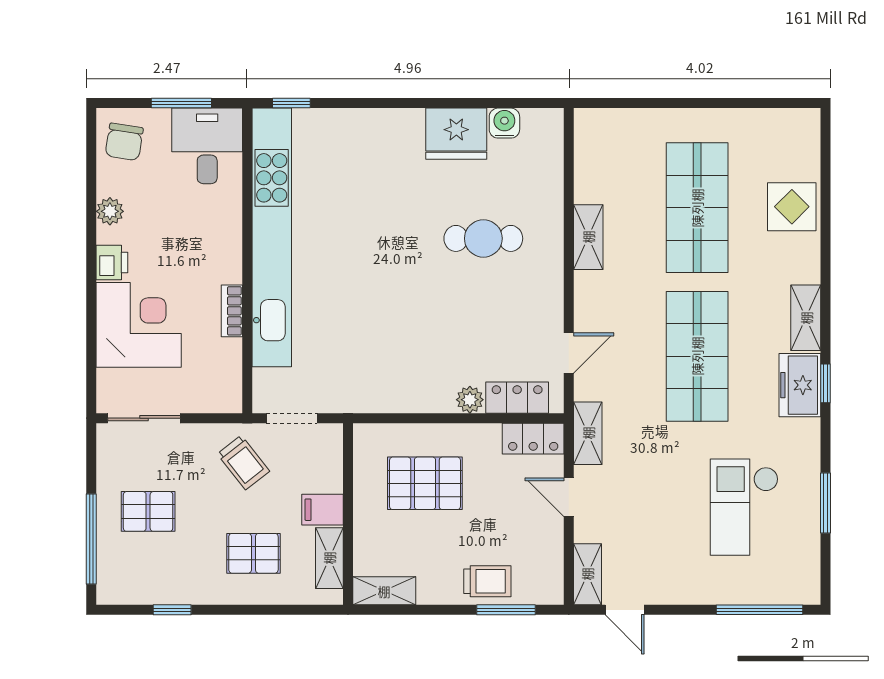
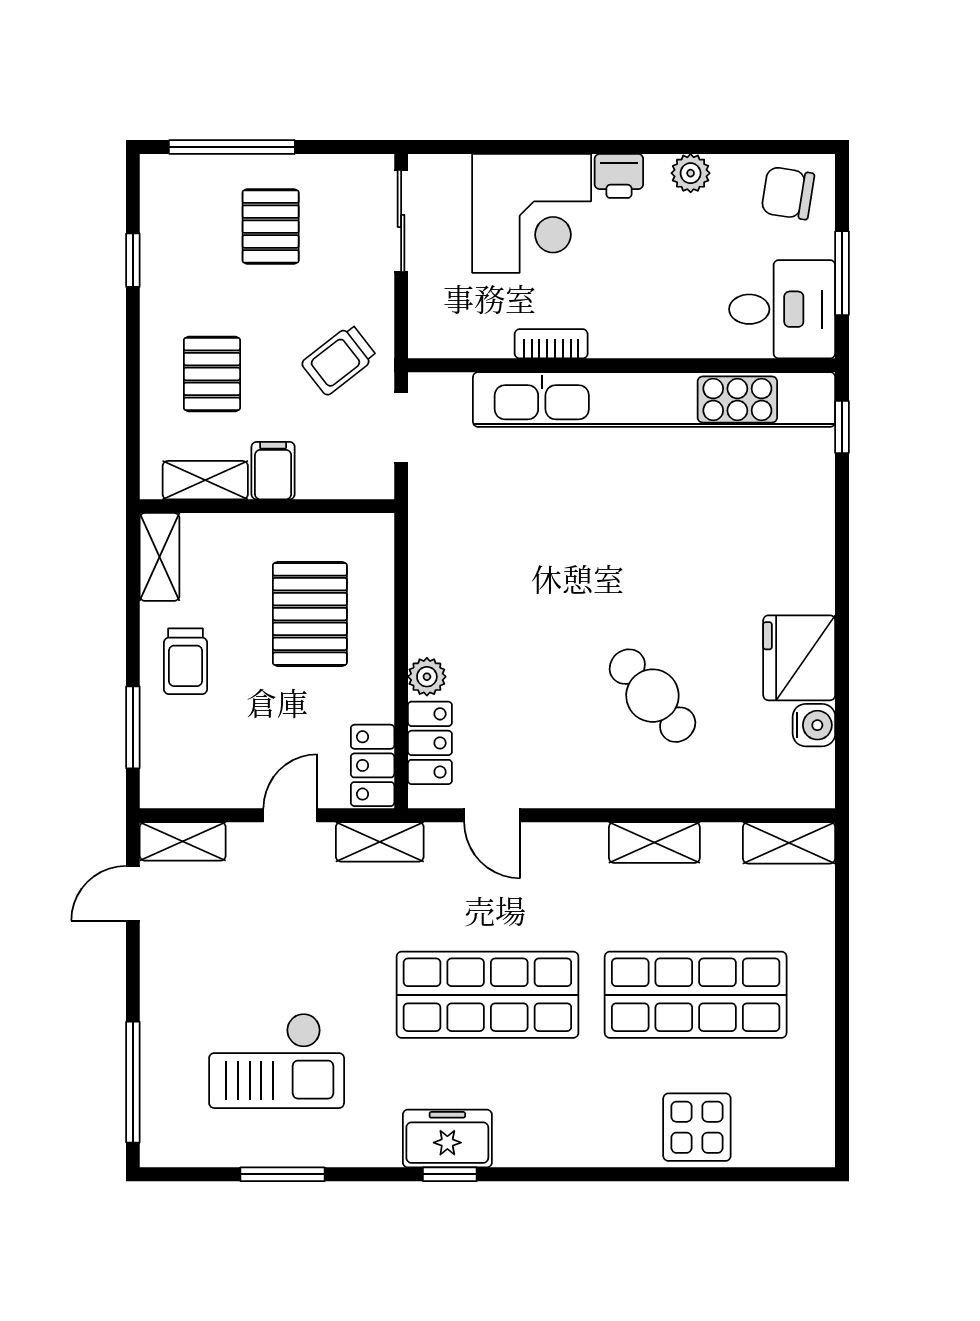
cafe table: (483, 238) -> (652, 696), turned -41
shelving: (806, 318) -> (789, 843), moved
checkout: (744, 507) -> (277, 1061), turned 180
trolley: (487, 581) -> (185, 661), moved

